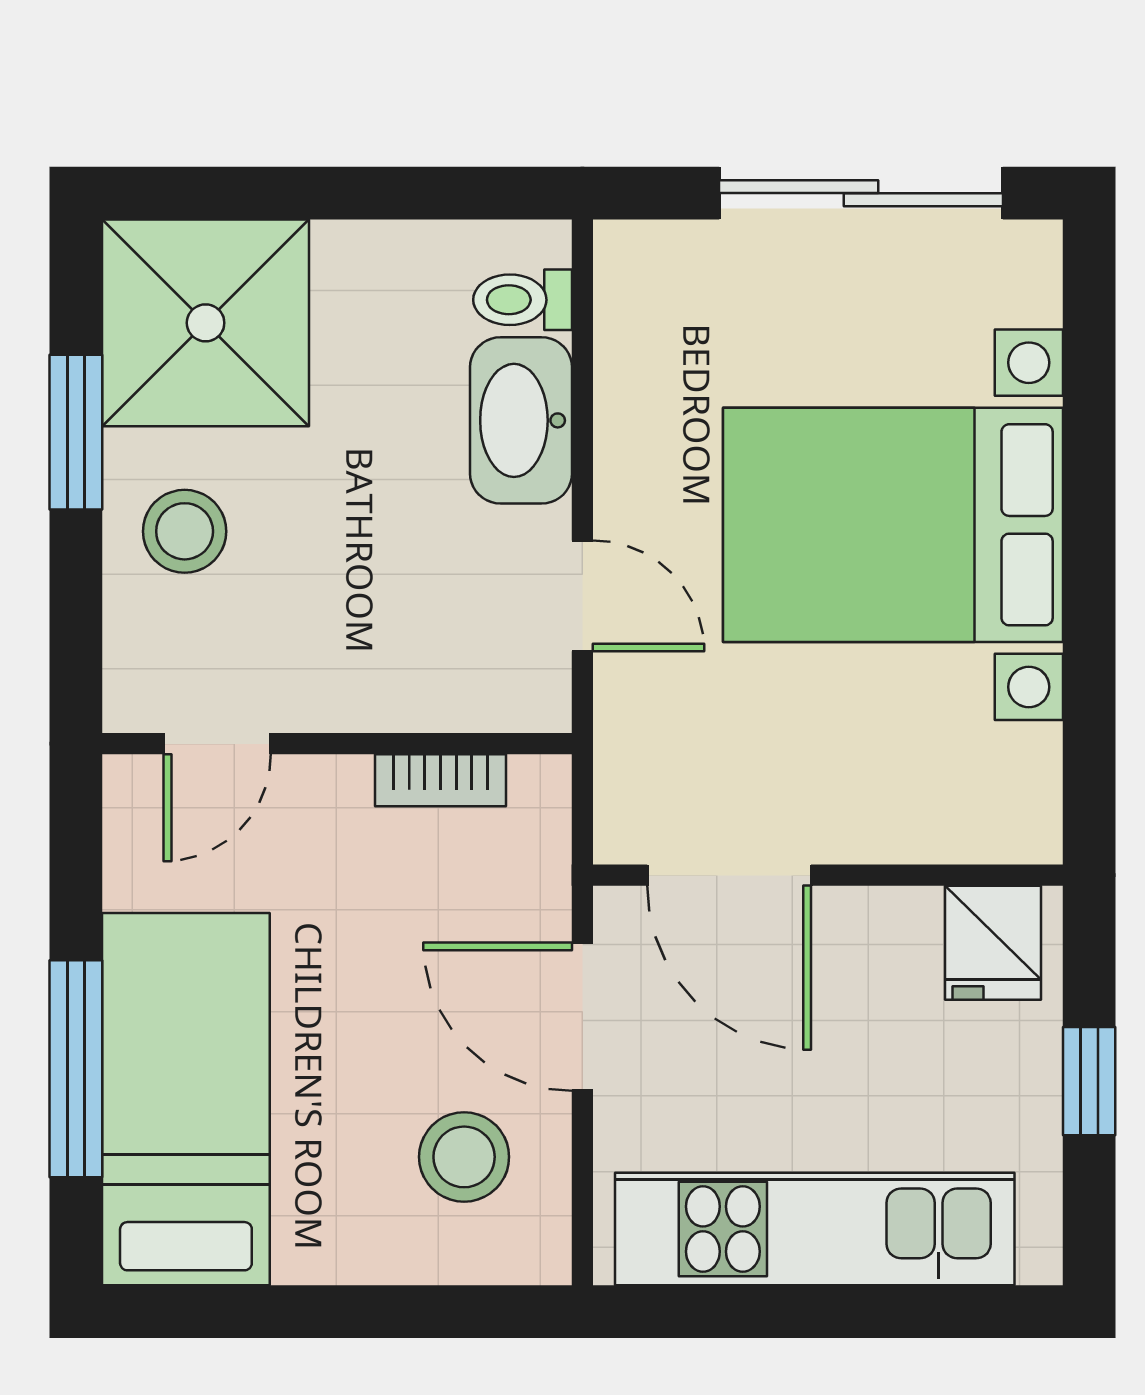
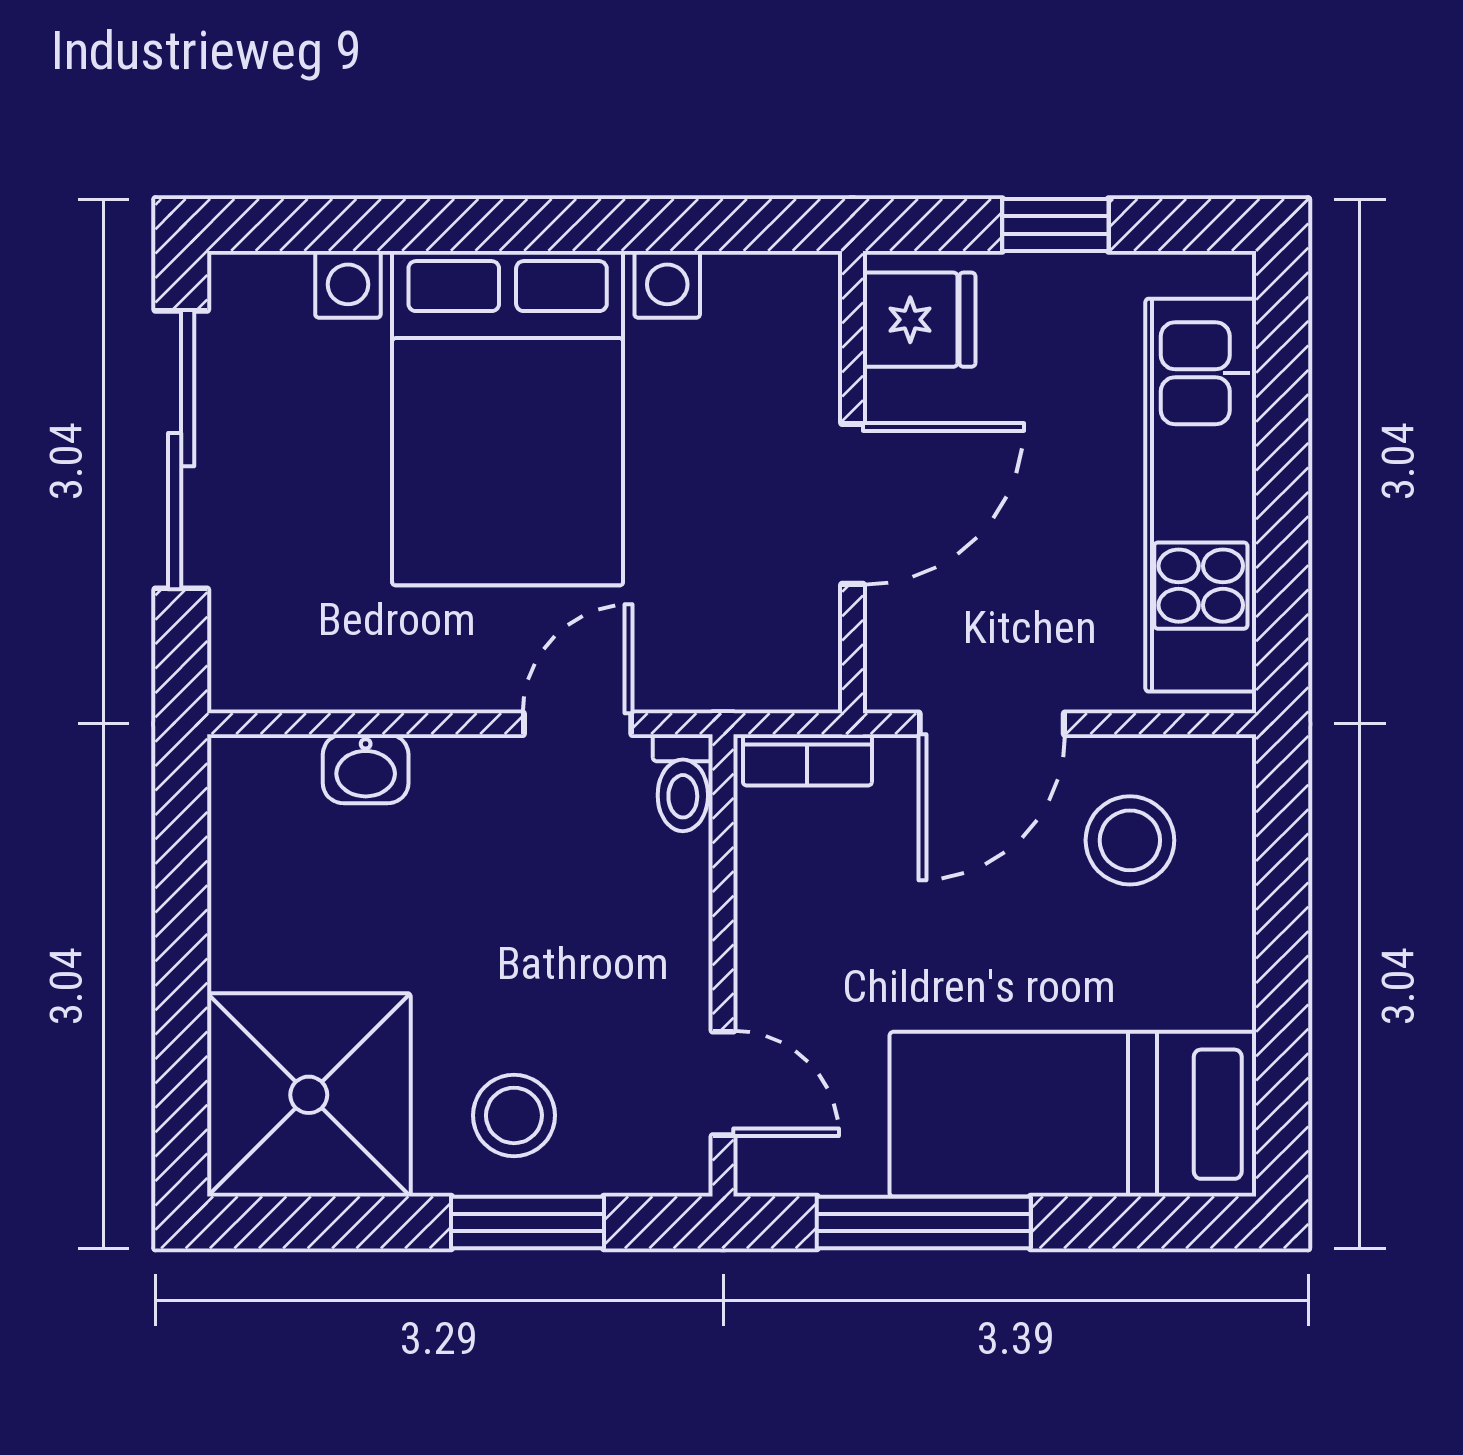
toilet: (523, 300) -> (683, 783), moved
washbasin: (521, 420) -> (366, 769), width x0.52, depth x0.69
window: (76, 432) -> (527, 1223), moved
bookcase: (440, 780) -> (807, 760), moved, turned 90
door: (729, 875) -> (852, 504), moved
window: (76, 1069) -> (924, 1223), moved

